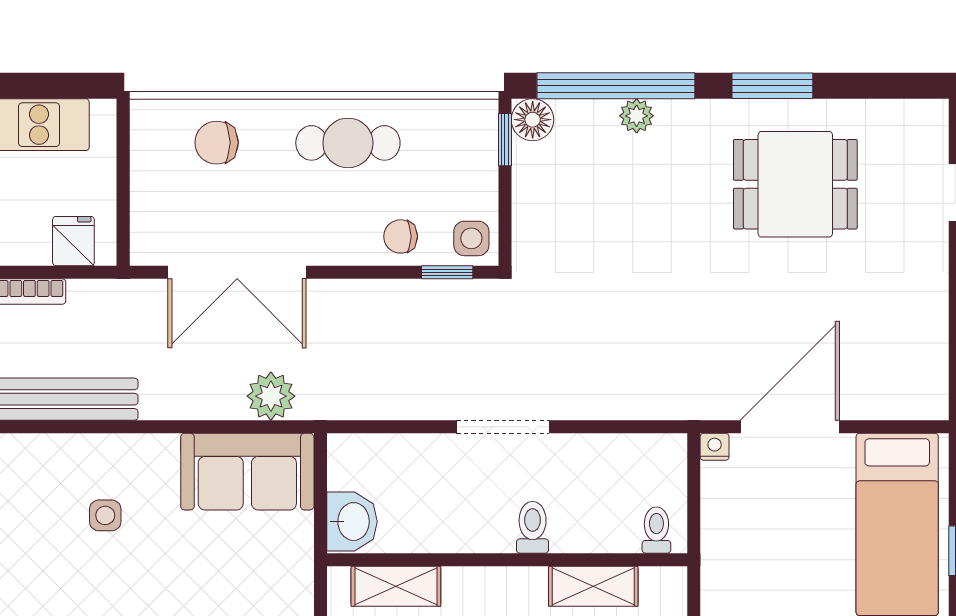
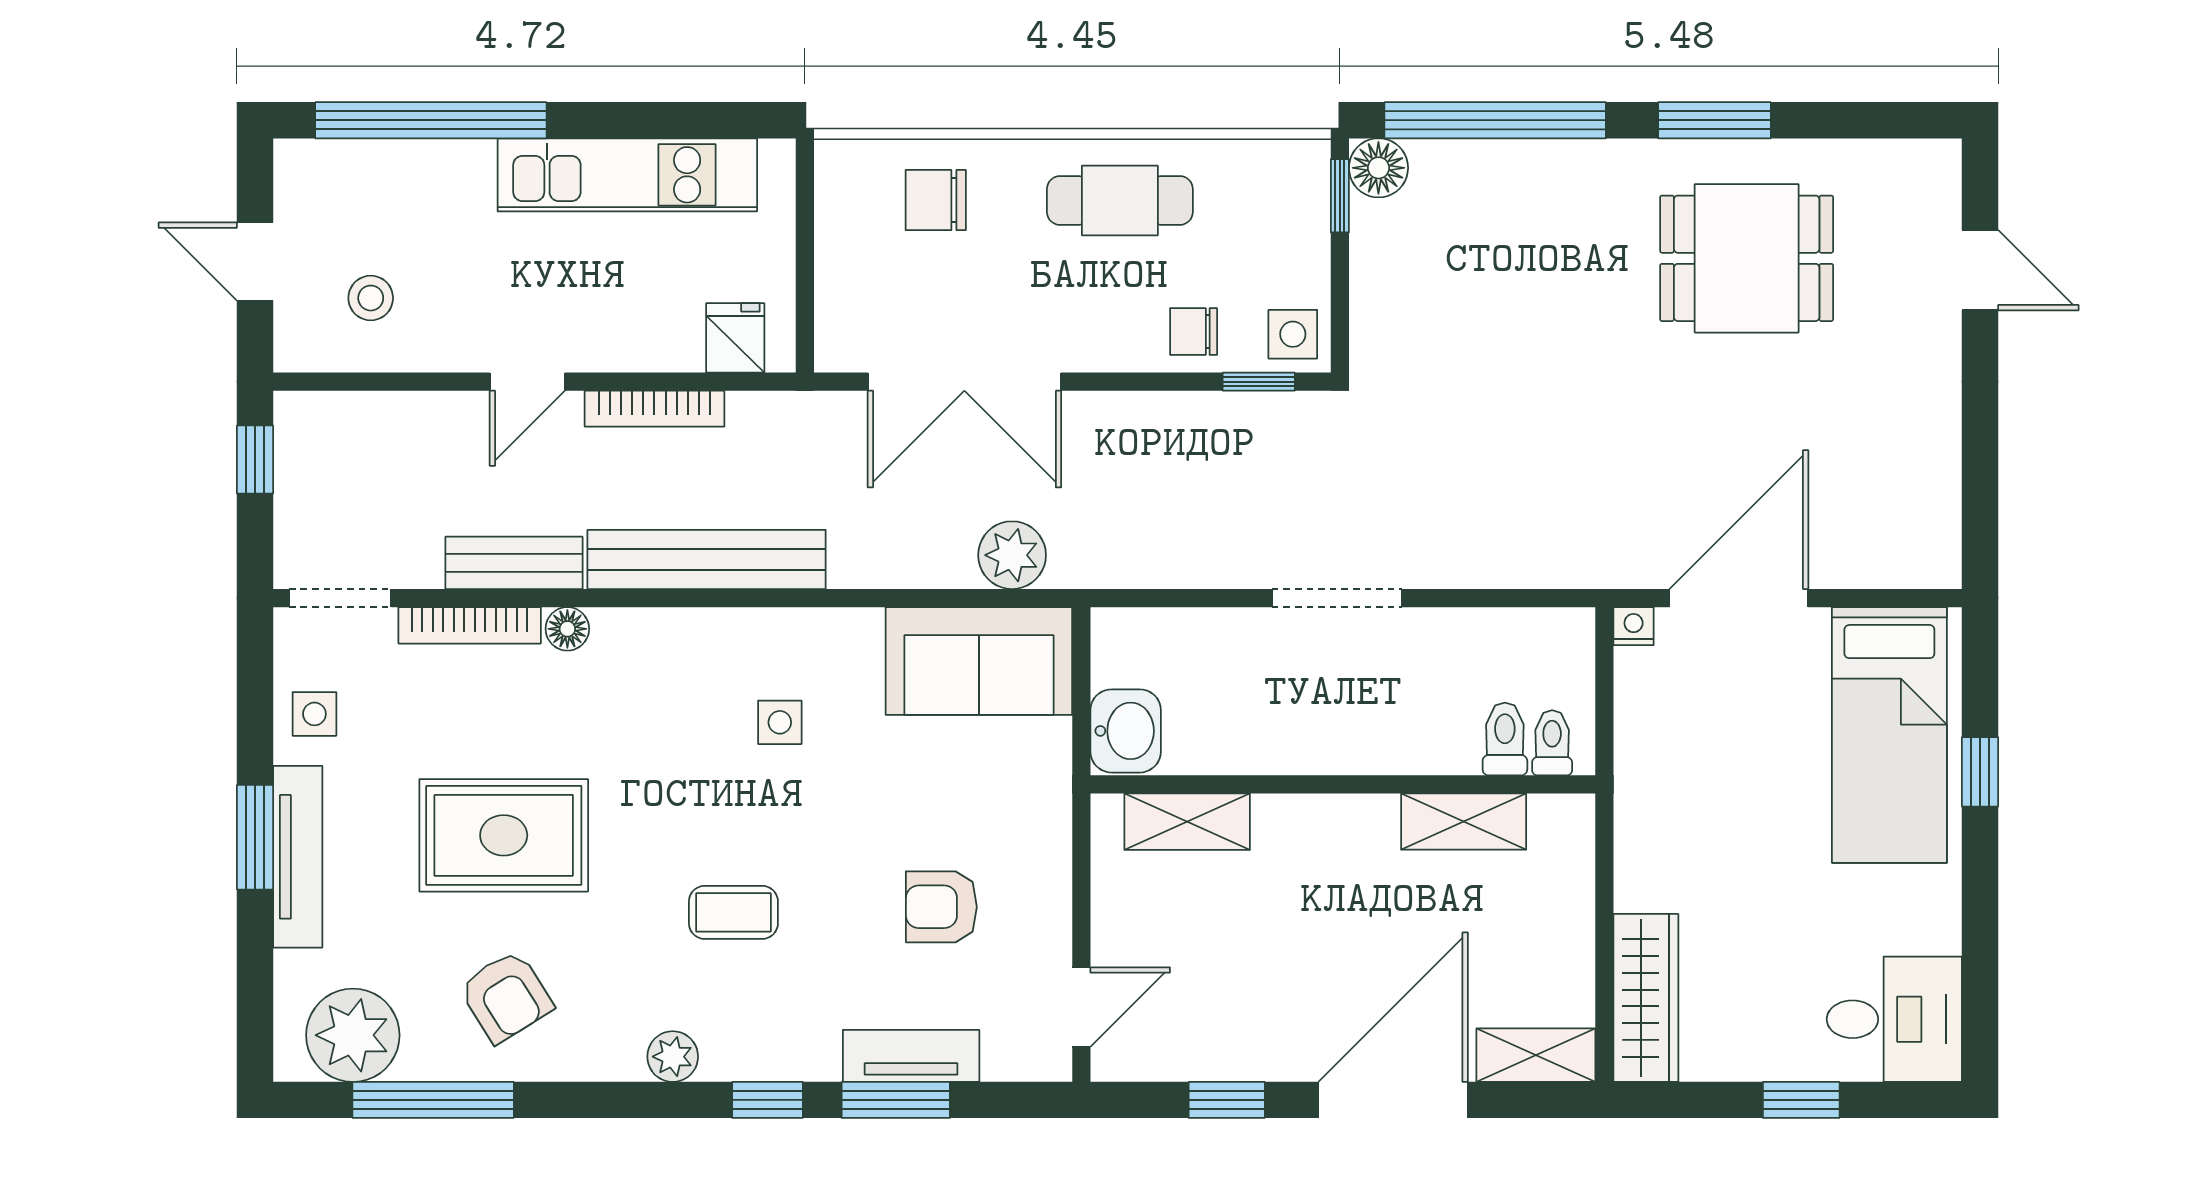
plant: (637, 116) -> (1524, 162), removed
toilet: (533, 527) -> (1505, 739), moved

